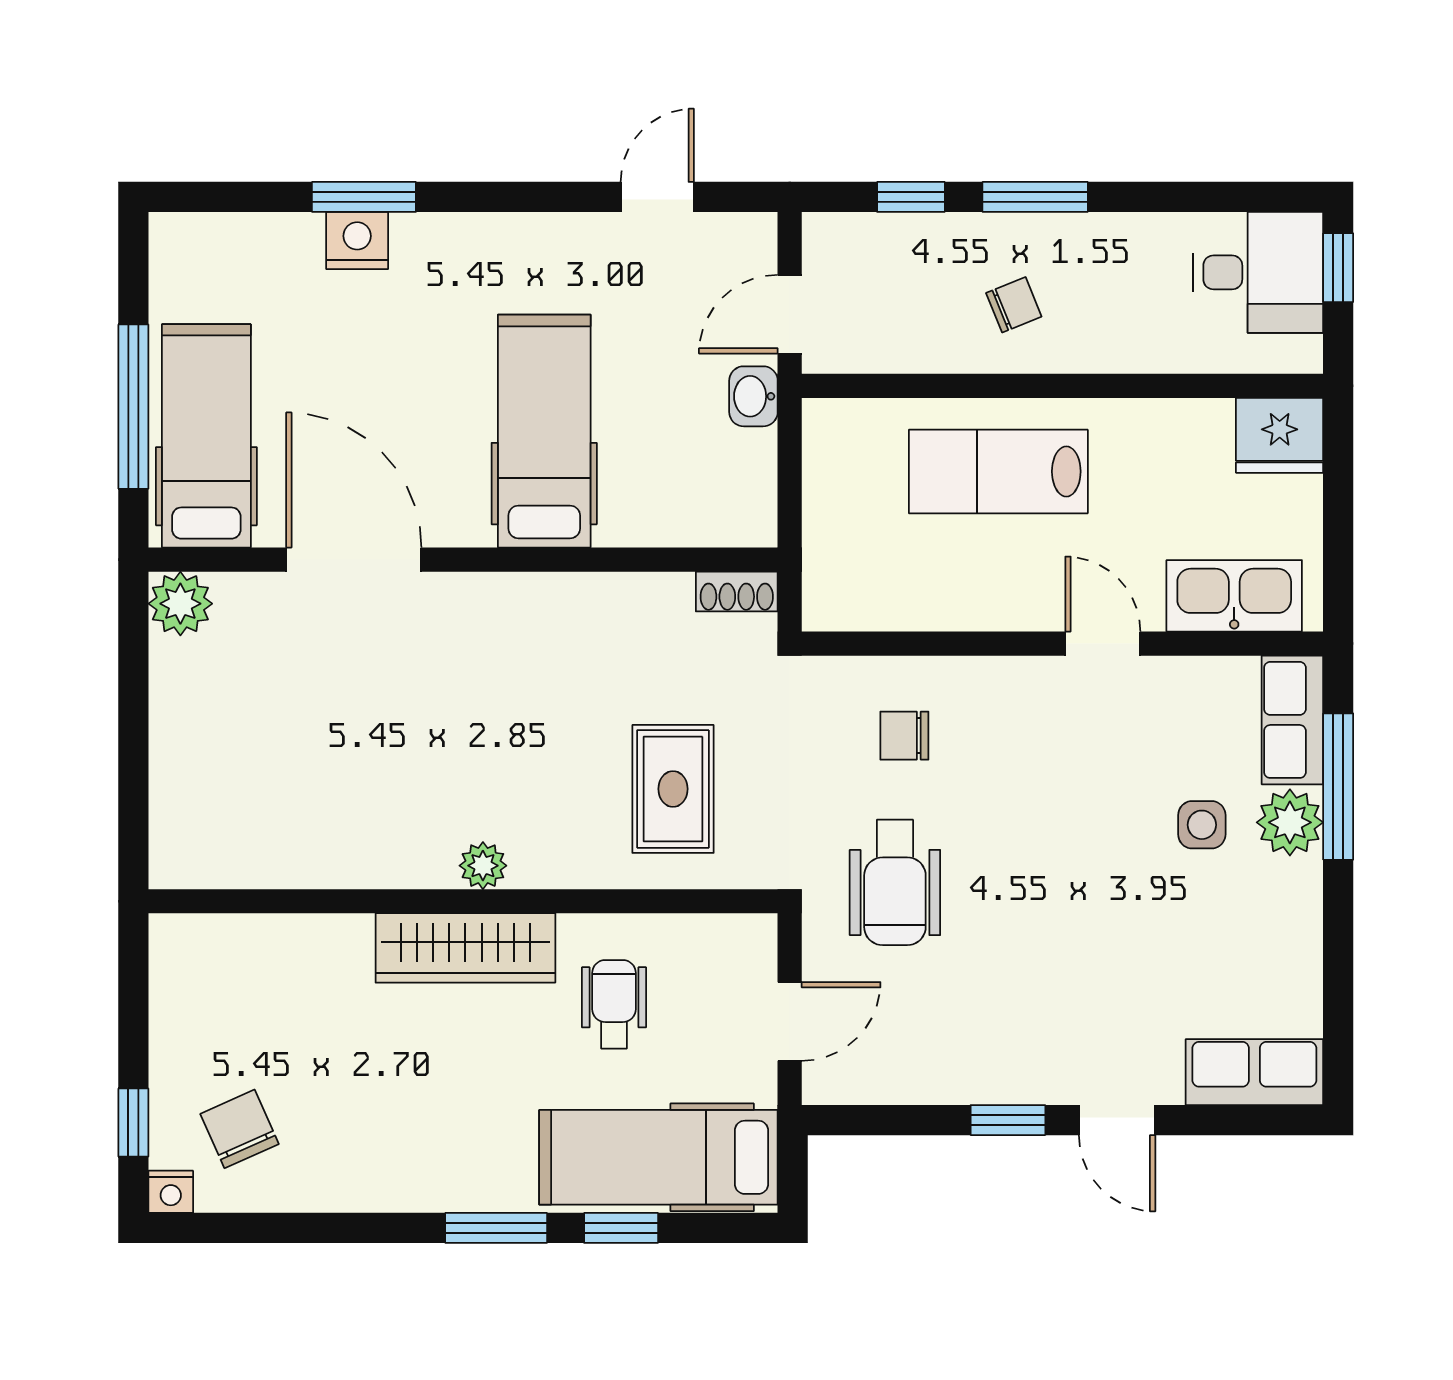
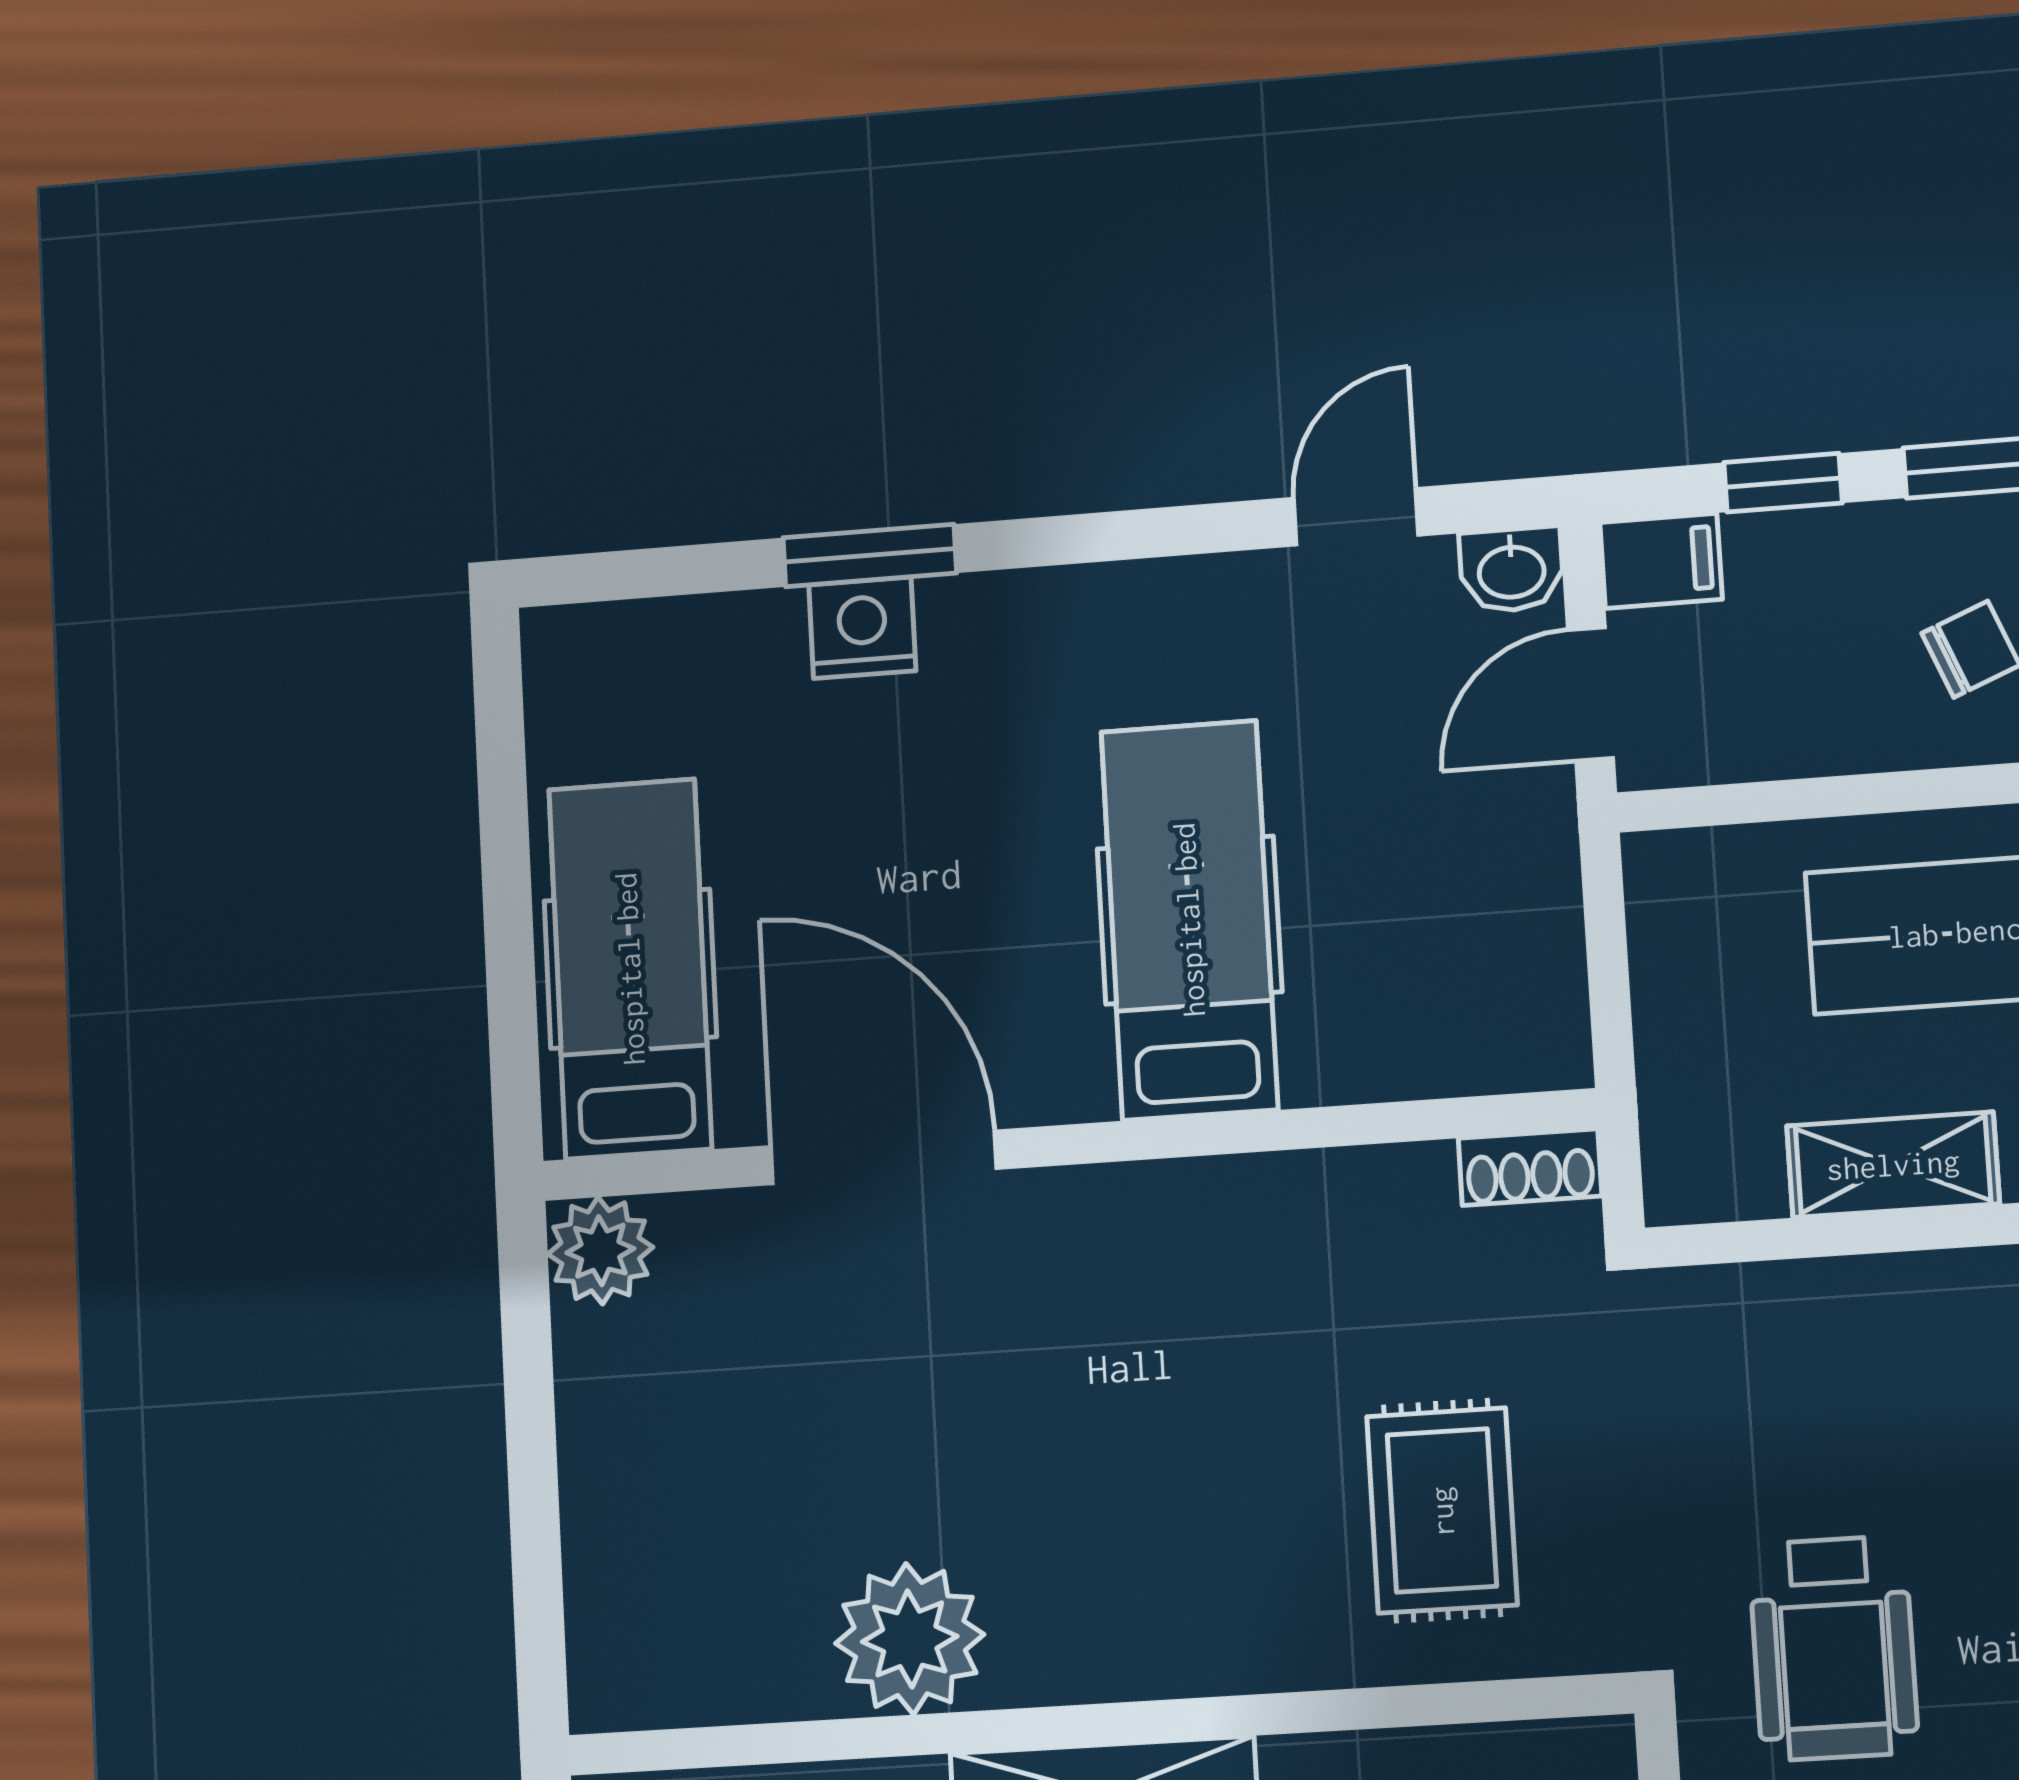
filing cabinet: (836, 238) -> (1661, 561), added
washbasin: (753, 396) -> (1512, 570), moved, turned -90
window: (133, 407) -> (509, 929), removed
shelving: (948, 605) -> (1893, 1165), added
chair: (904, 736) -> (1833, 1394), removed
plant: (483, 866) -> (910, 1639), moved, width x1.87, depth x1.87

